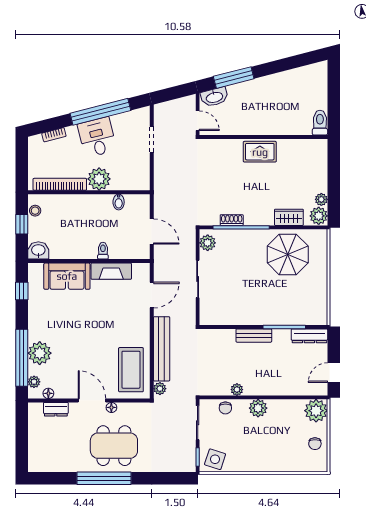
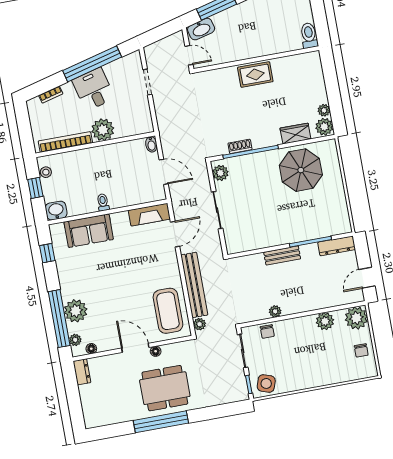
bidet: (119, 202) -> (151, 144), moved
toilet: (103, 251) -> (103, 202), moved
fireplace: (111, 271) -> (149, 215), moved
plant: (258, 408) -> (325, 321), moved
dresser: (56, 409) -> (82, 372), moved, turned -90

